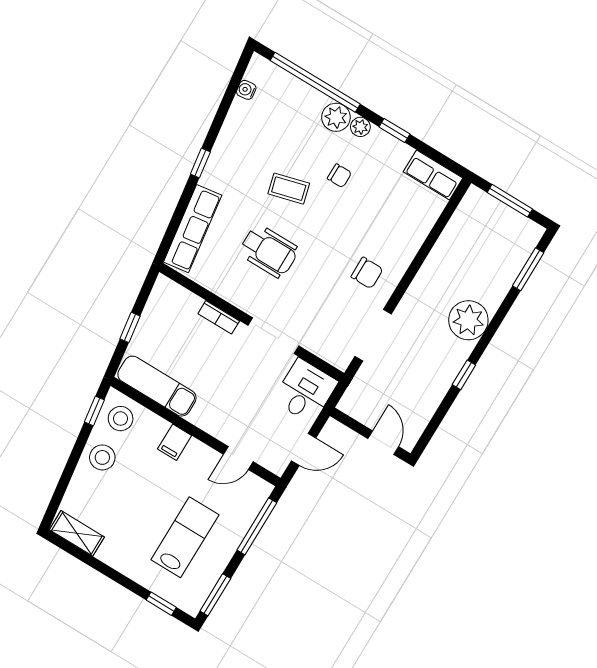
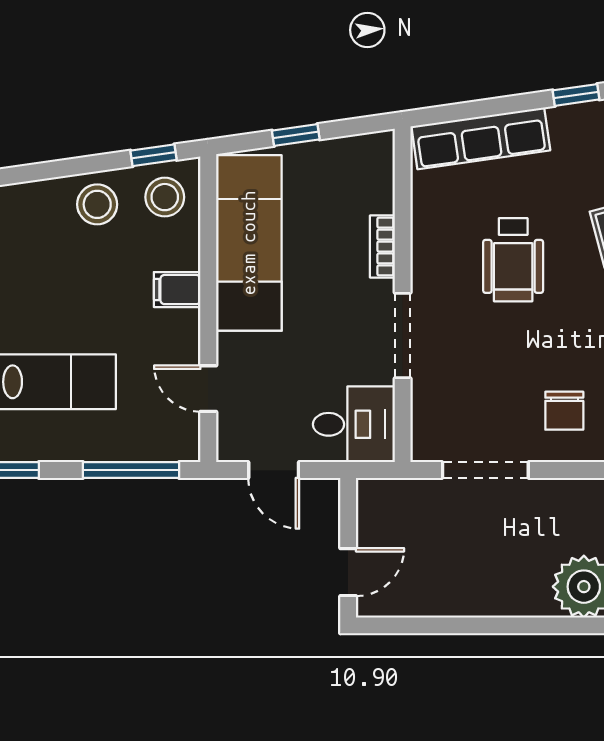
window: (464, 375) -> (506, 625), removed
exam couch: (157, 386) -> (249, 243), width x1.36, depth x1.45

